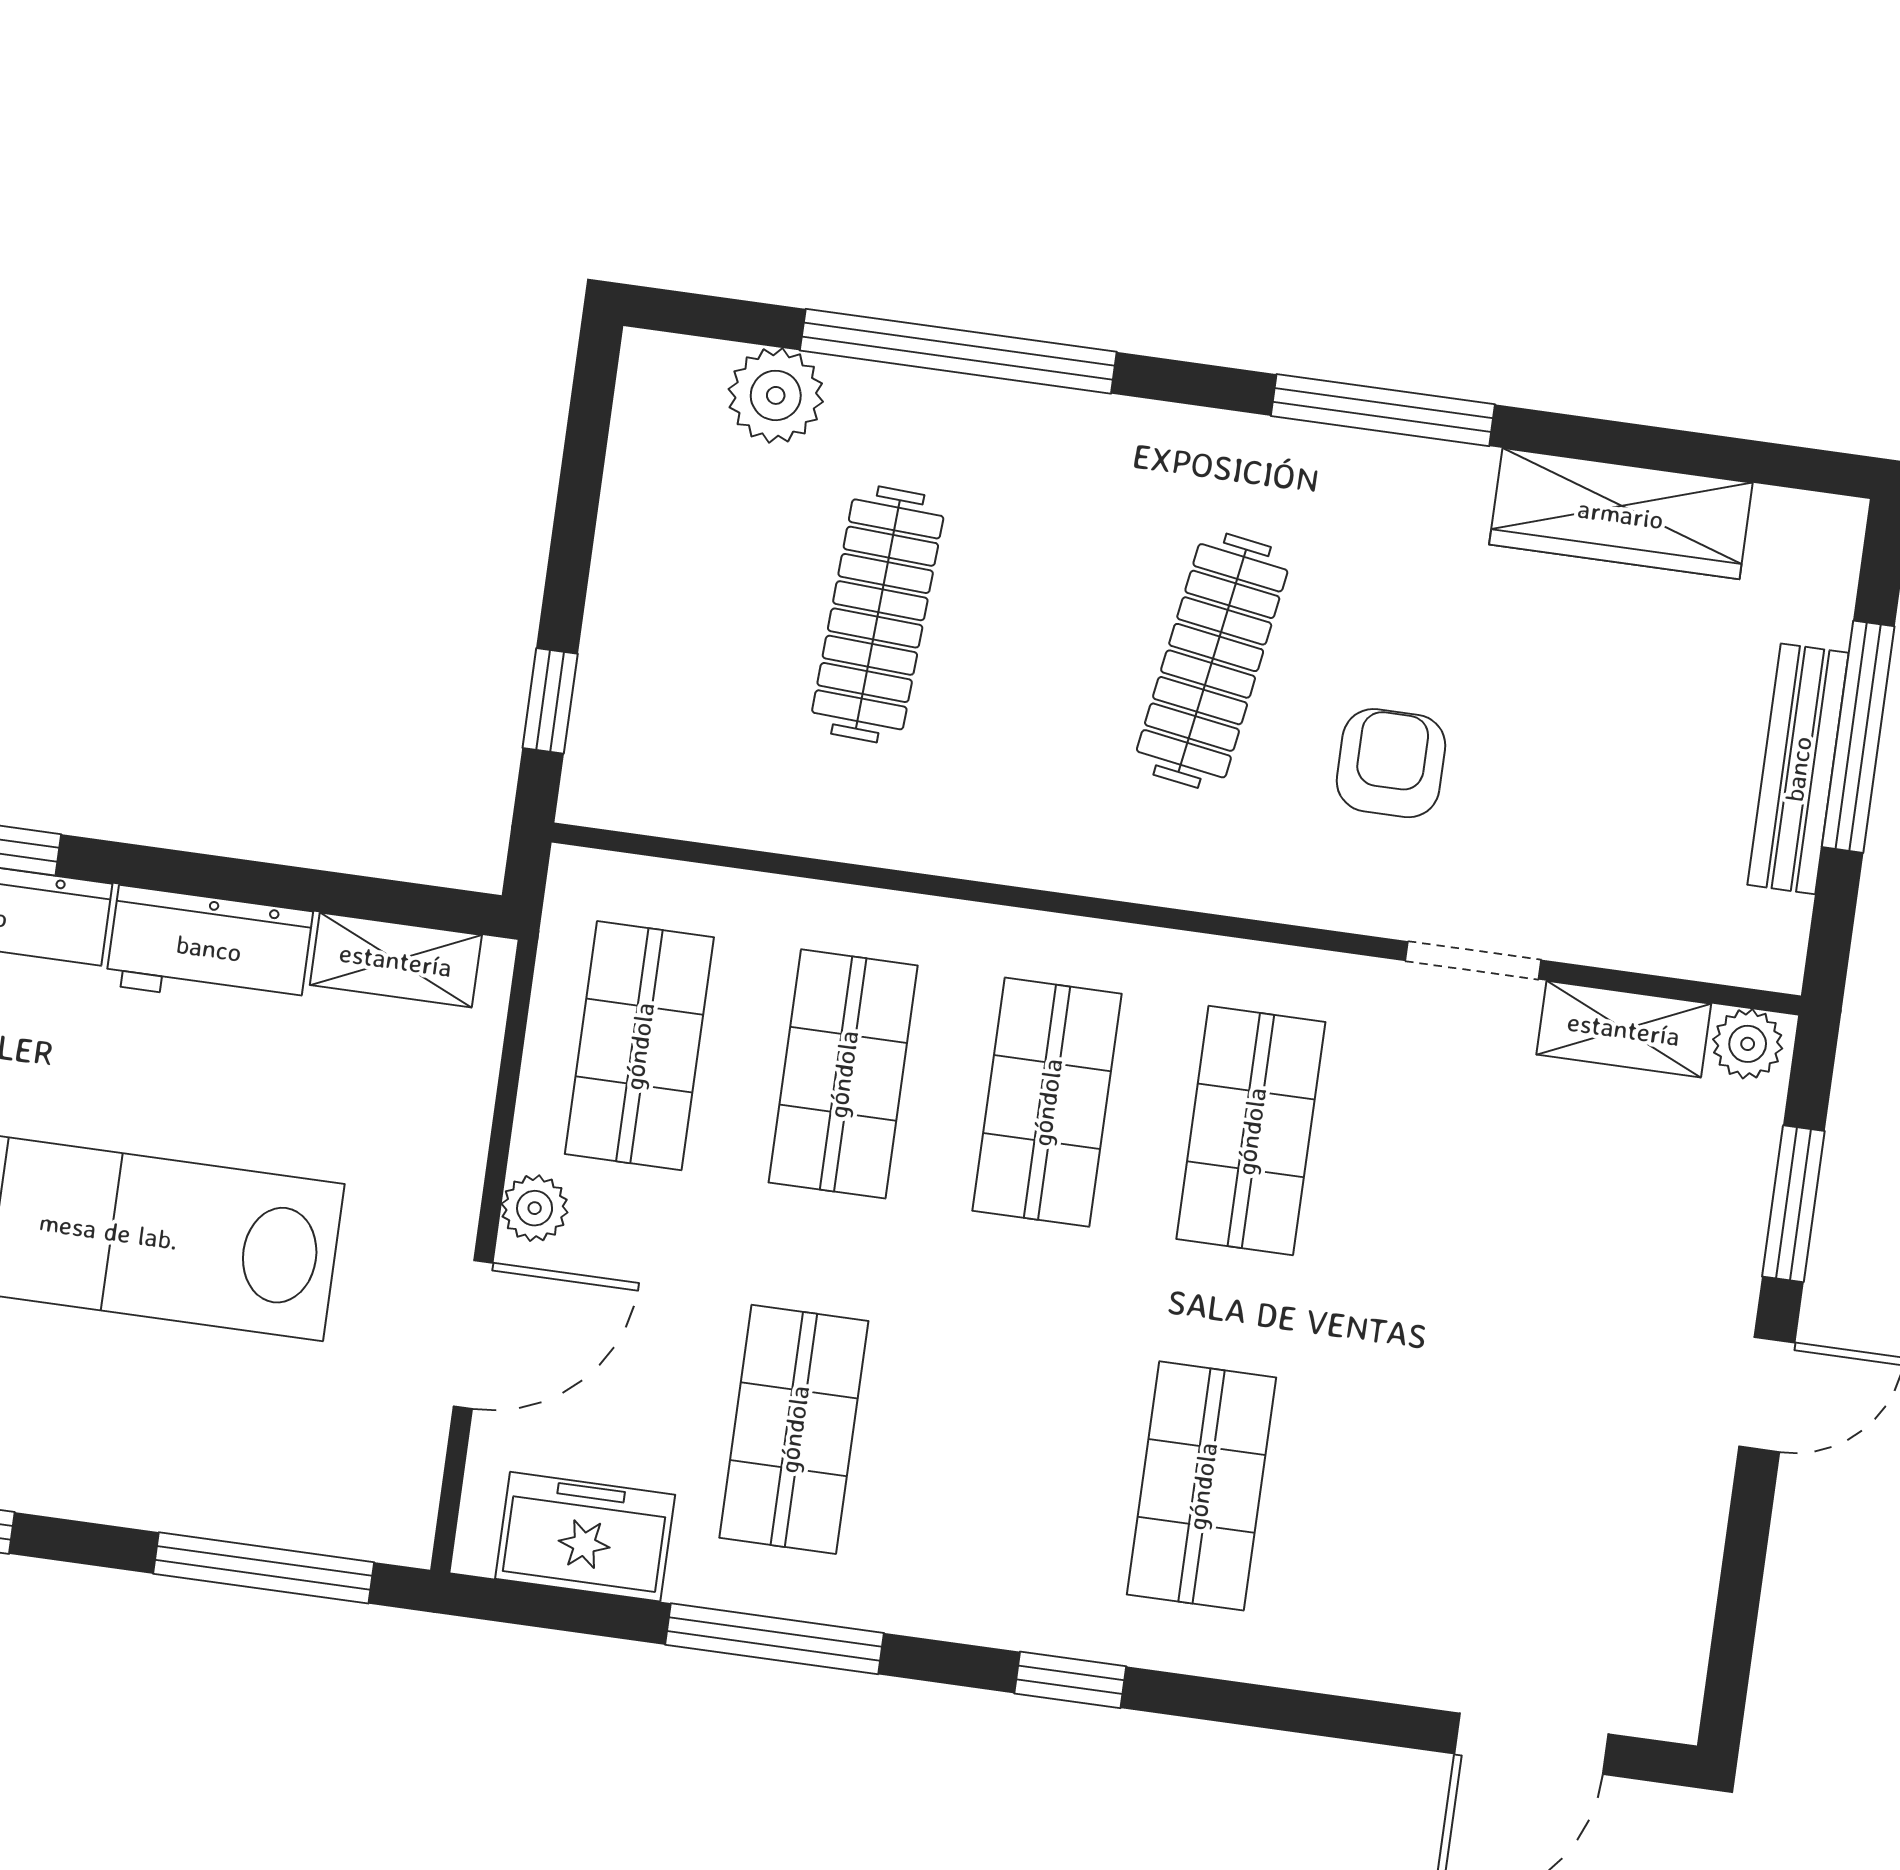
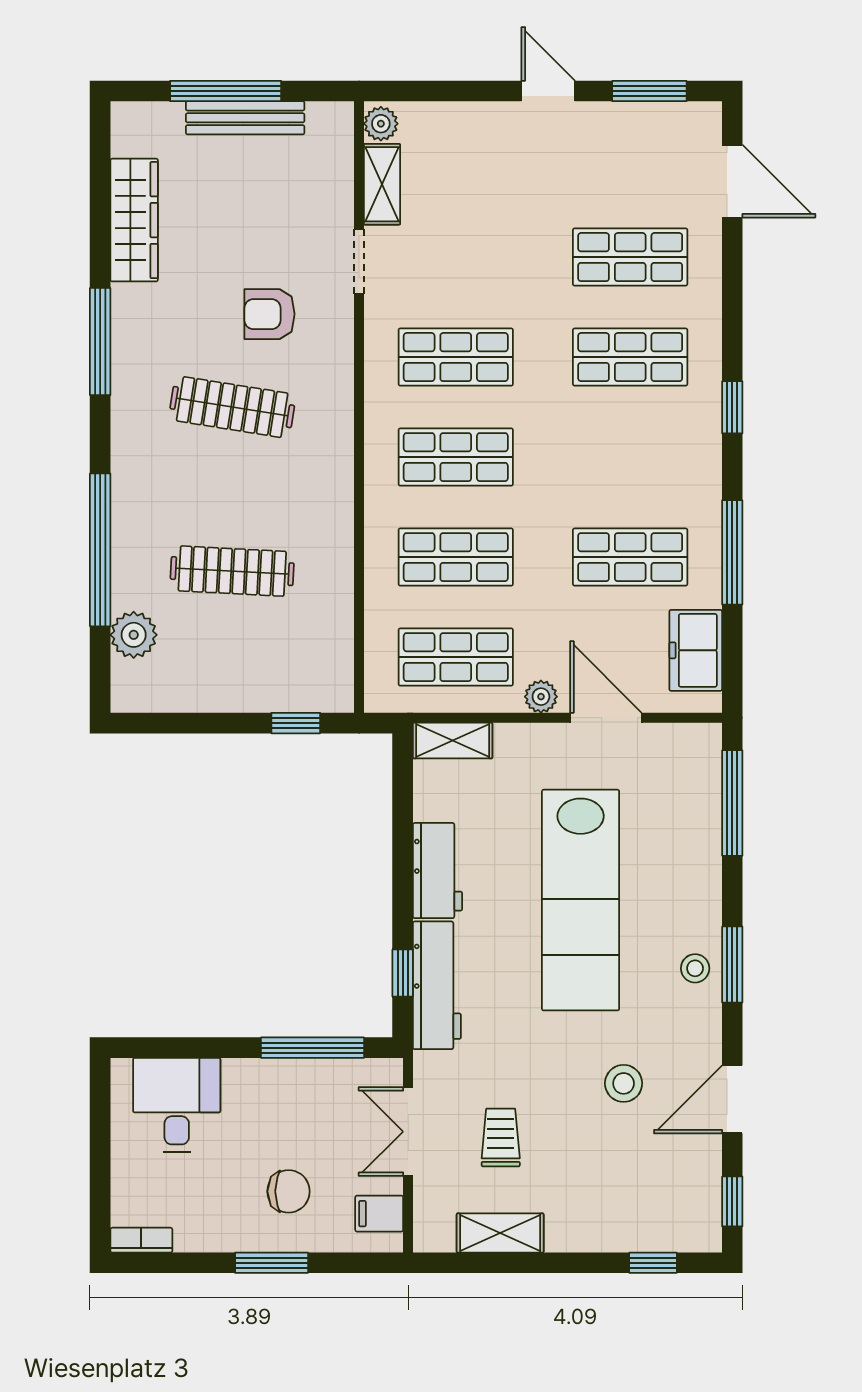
shelving: (396, 960) -> (453, 741), moved, turned 90
window: (1793, 1204) -> (649, 91), moved
shop shelf: (1405, 1514) -> (630, 257), added

